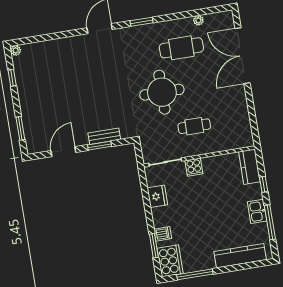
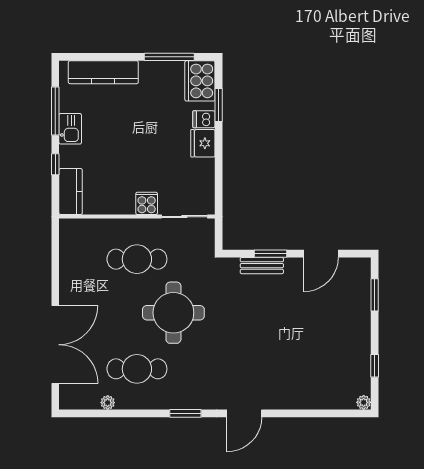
cafe table: (194, 126) -> (137, 259), width x1.37, depth x1.35
fridge: (157, 196) -> (203, 143), moved

